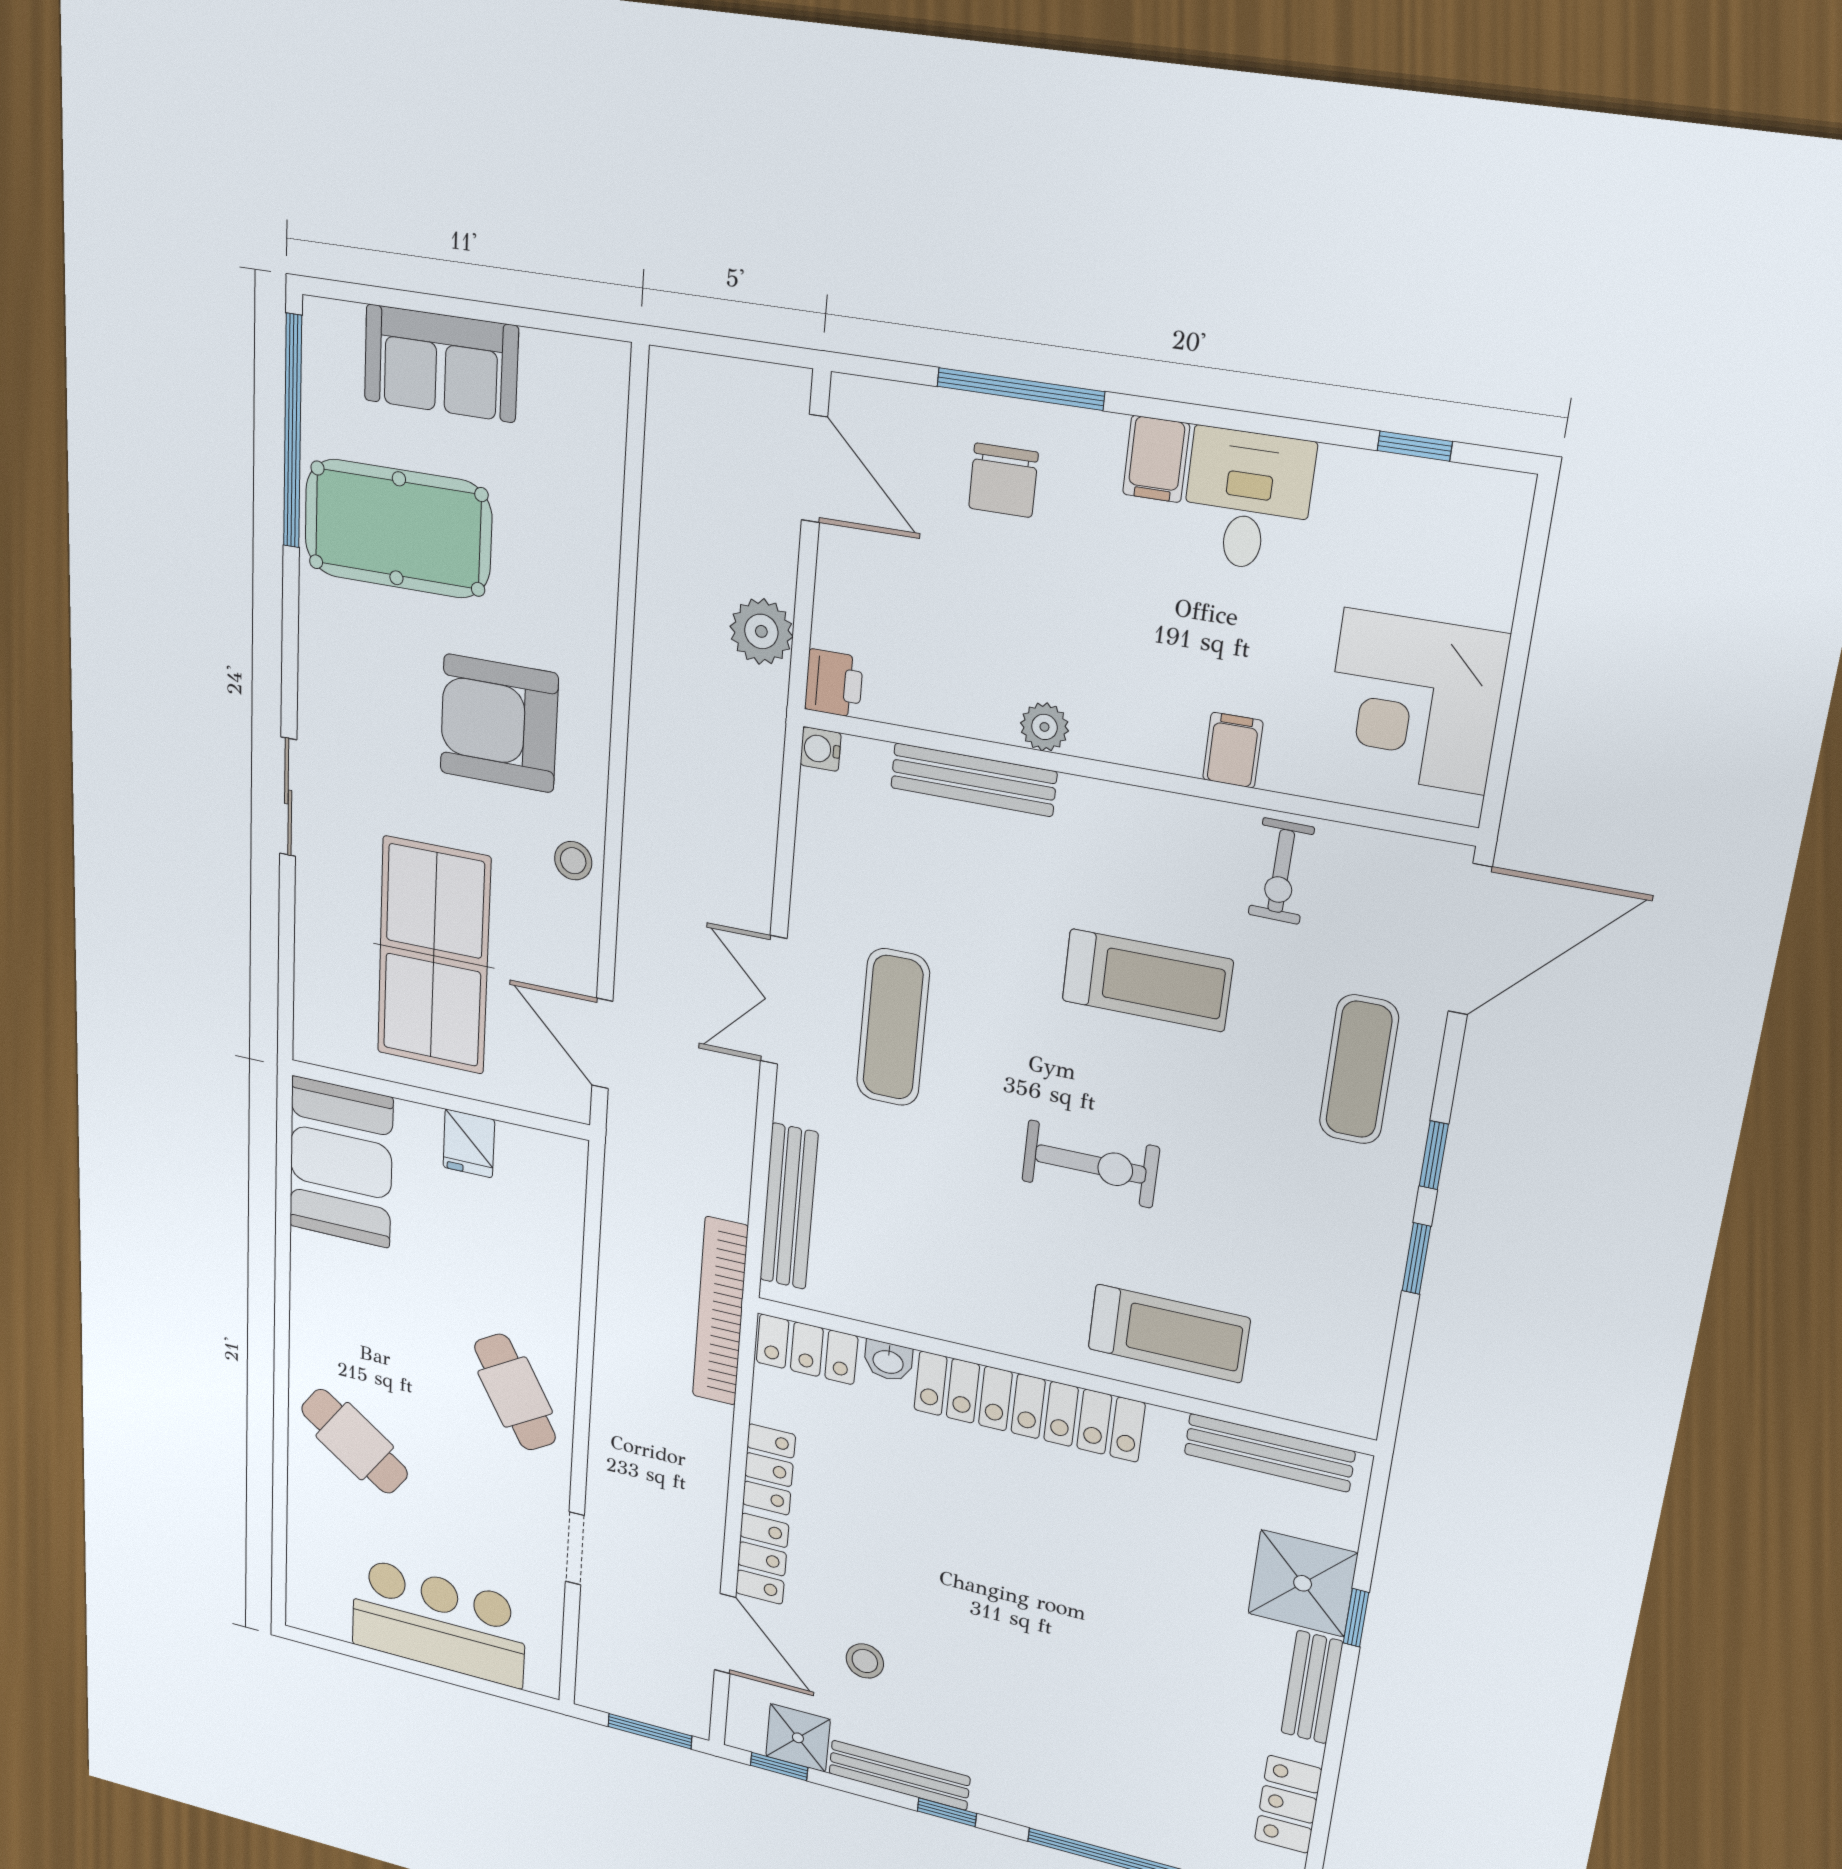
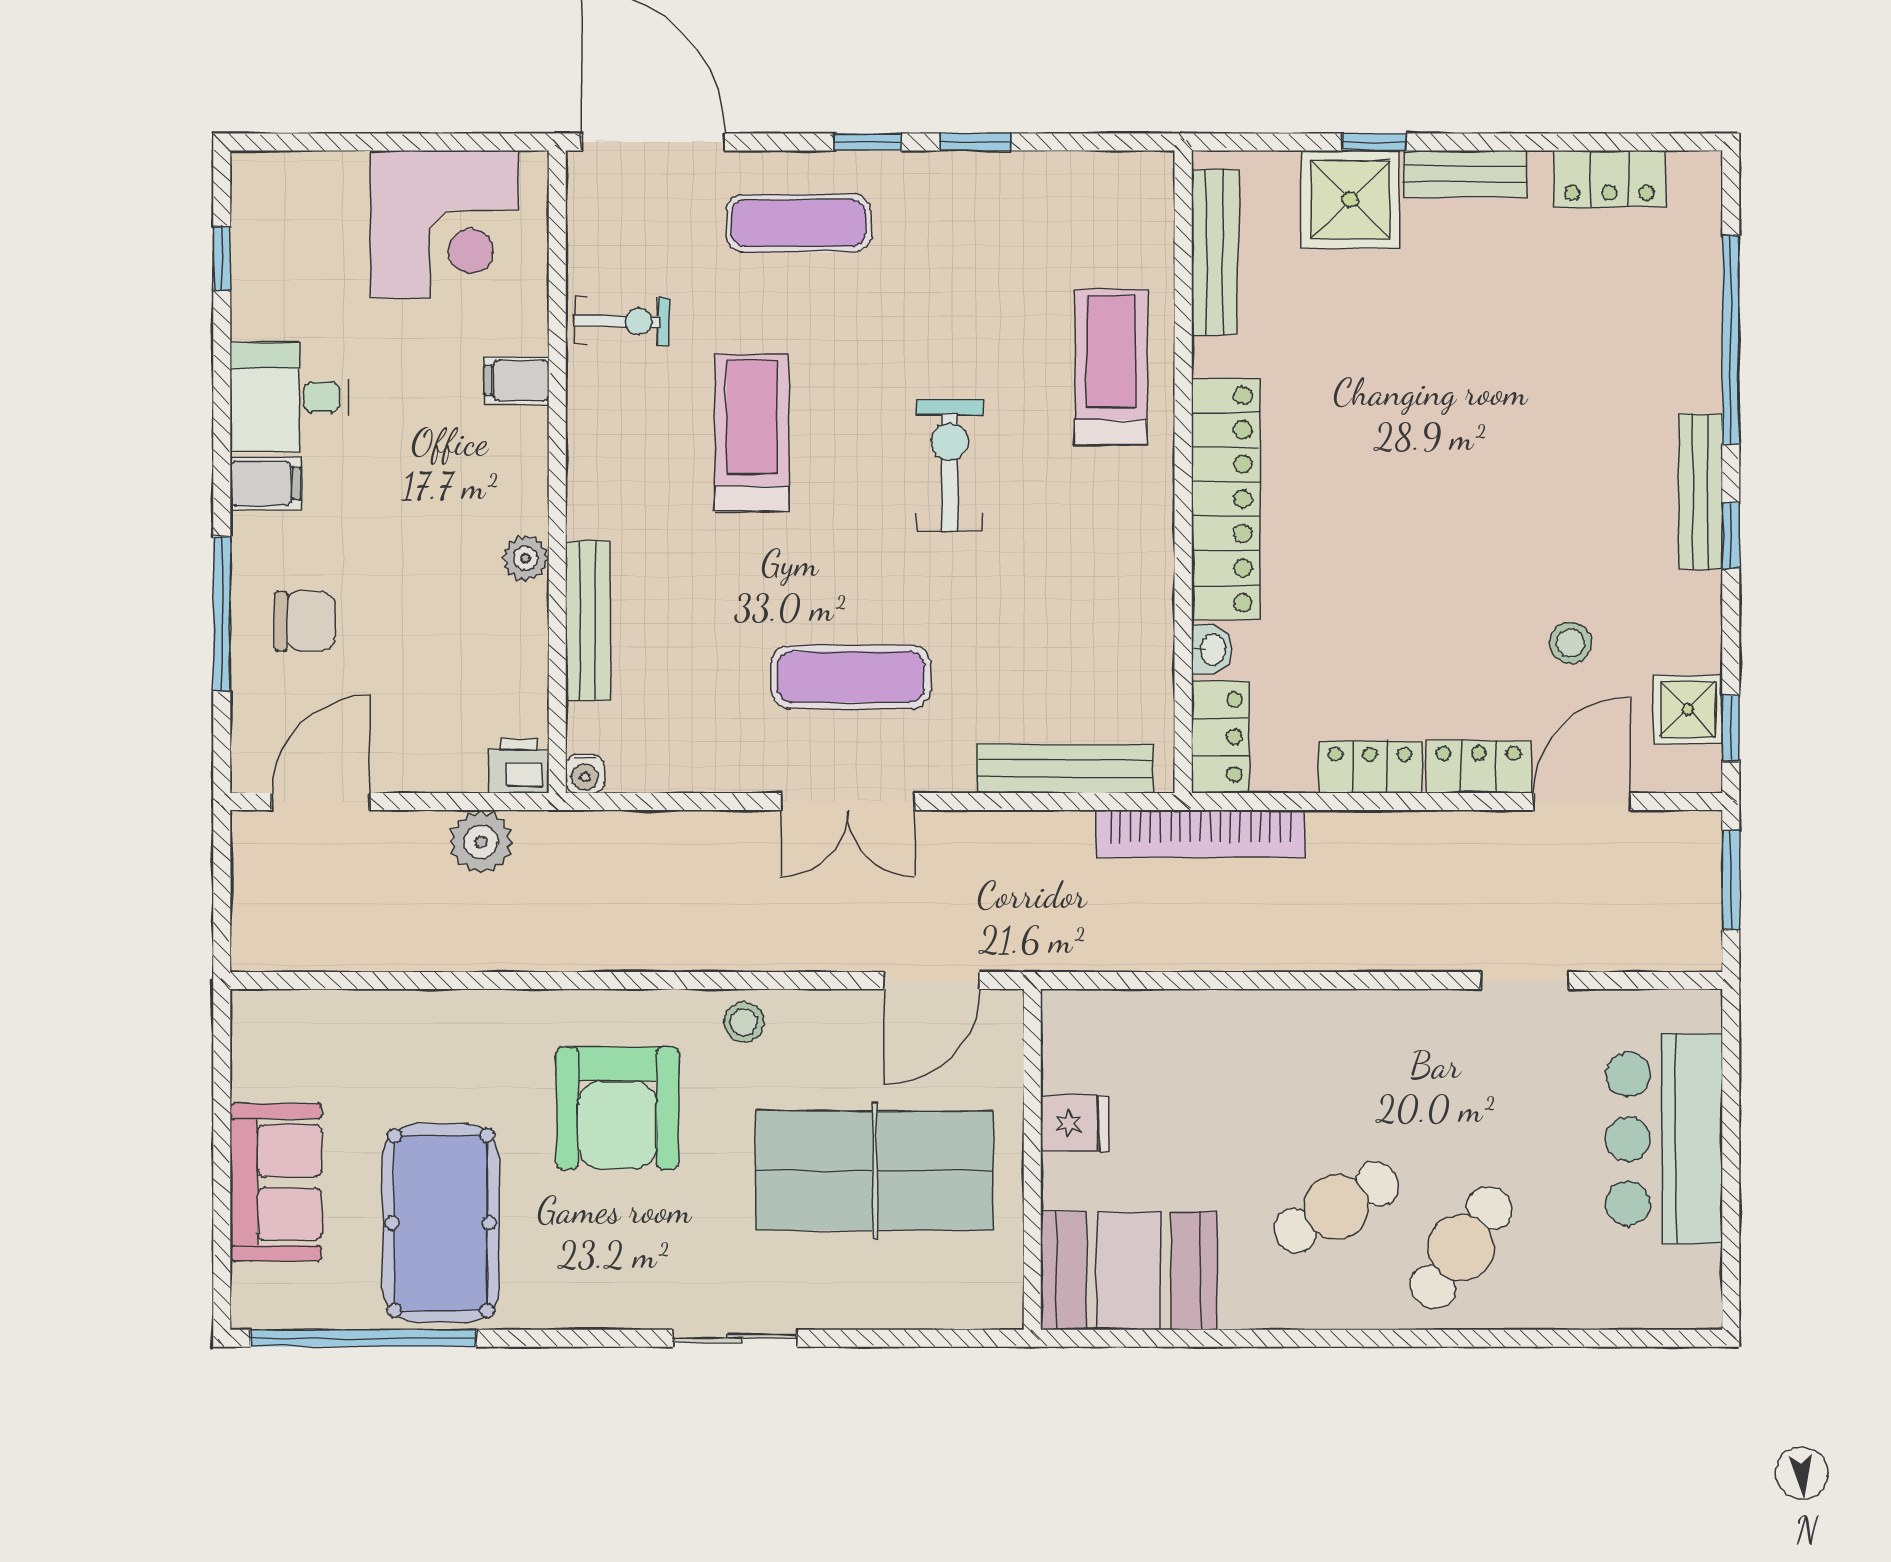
cafe table: (515, 1392) -> (1336, 1207), moved
bench: (899, 1775) -> (1701, 491), moved

